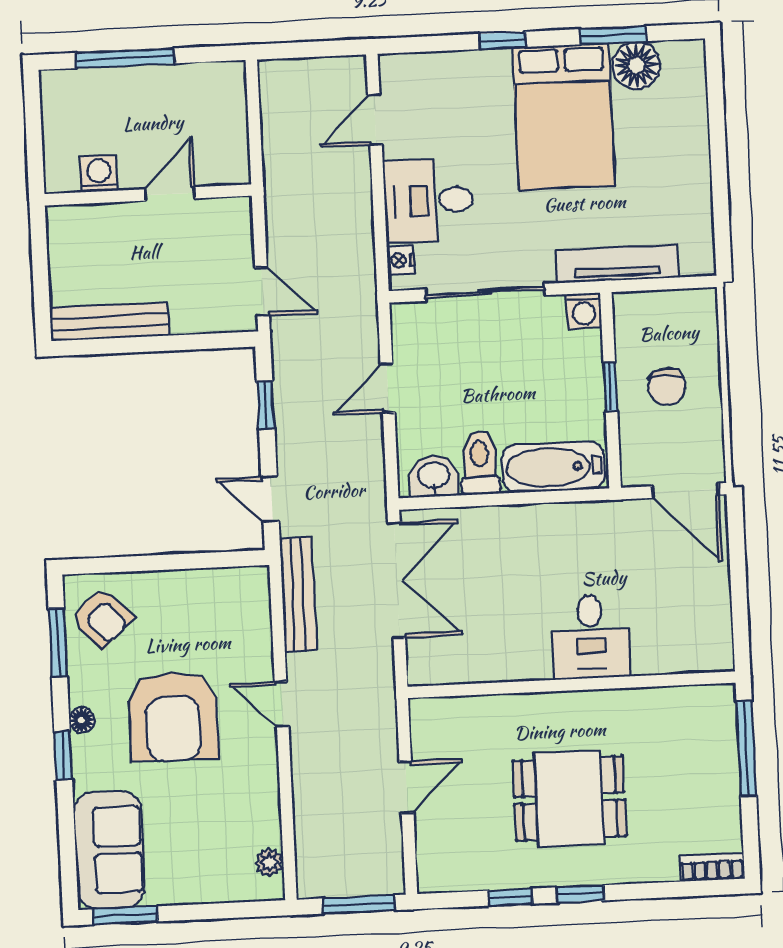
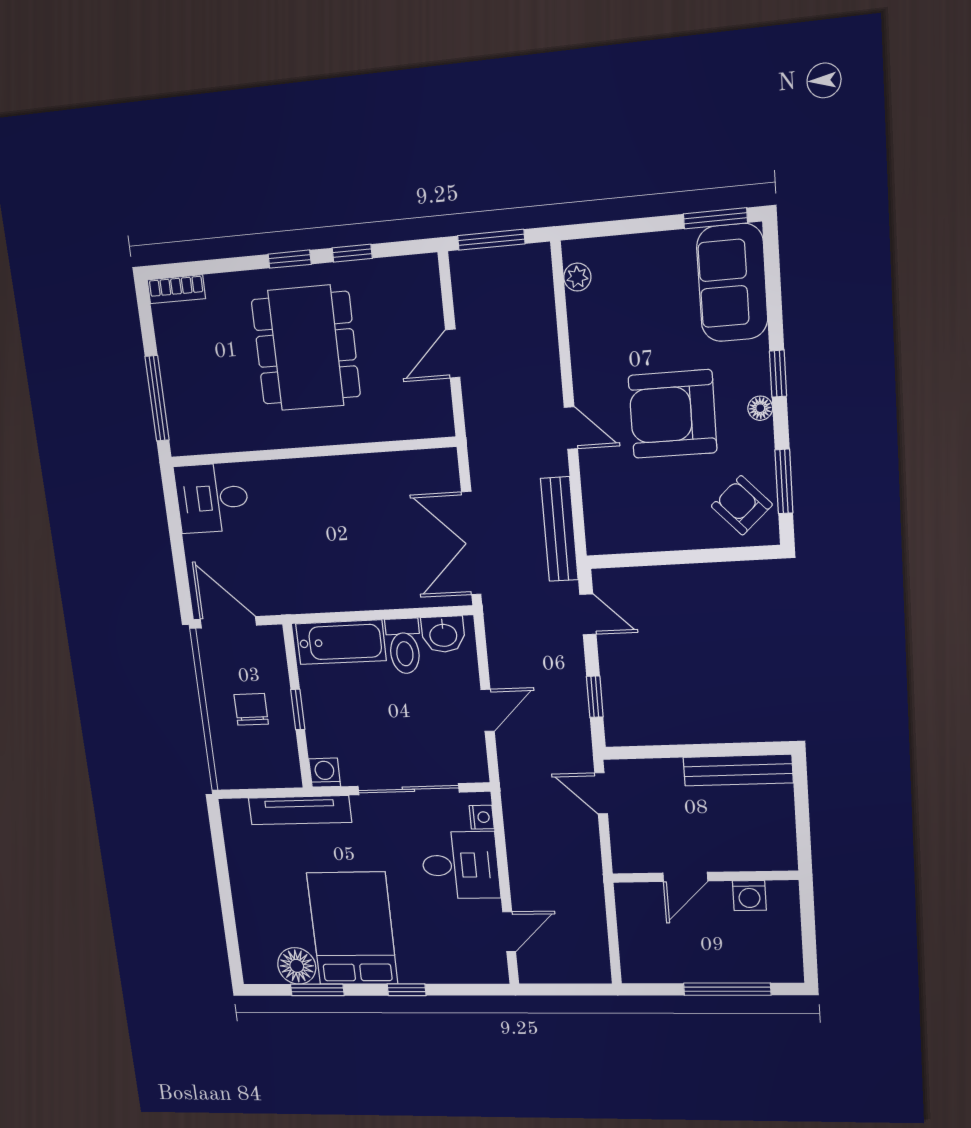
desk: (591, 637) -> (212, 498), moved, turned -90
armchair: (173, 716) -> (673, 414), turned -90
dining table: (569, 798) -> (306, 348), width x1.38

